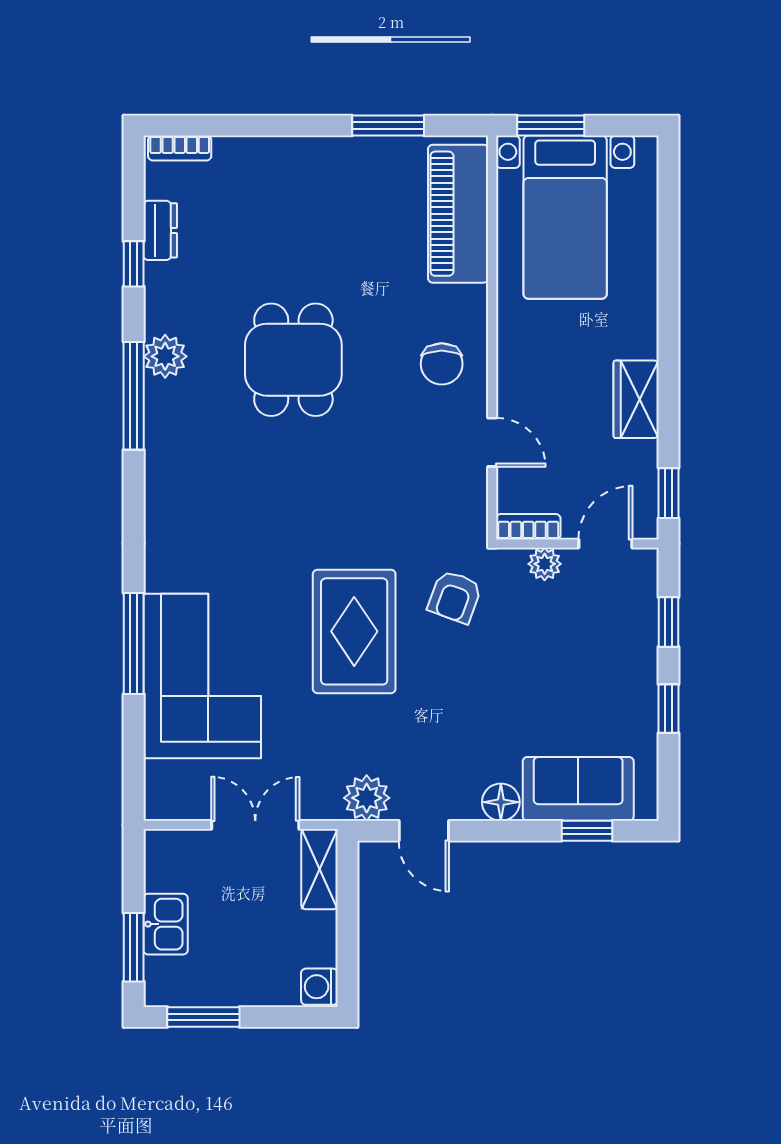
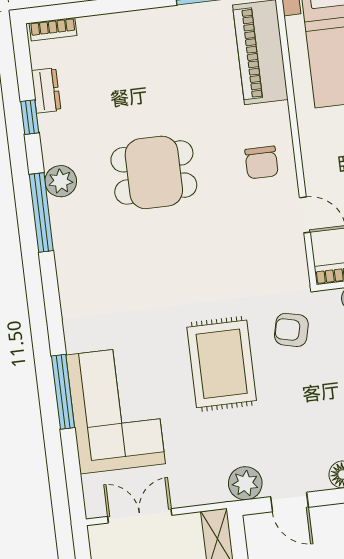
dining table: (293, 360) -> (154, 172), turned 90
armchair: (455, 597) -> (291, 330), turned 83
double door: (255, 825) -> (140, 516), moved

